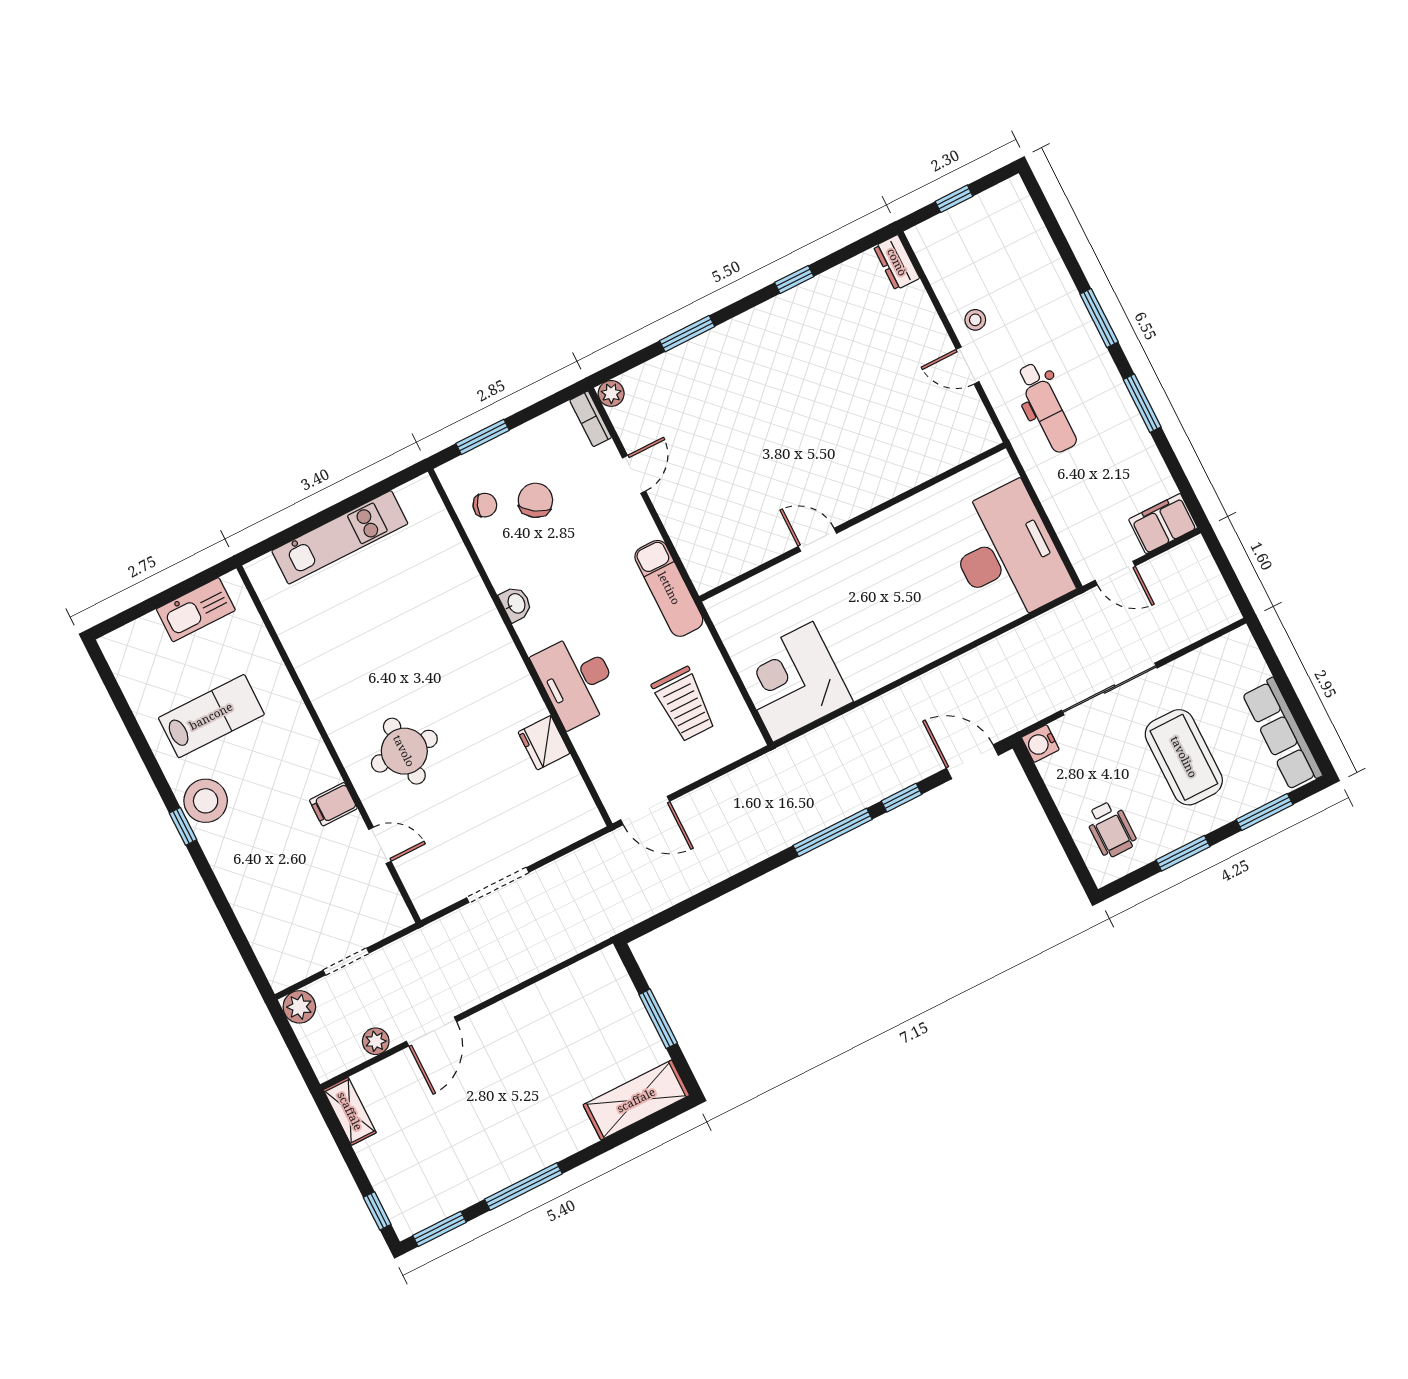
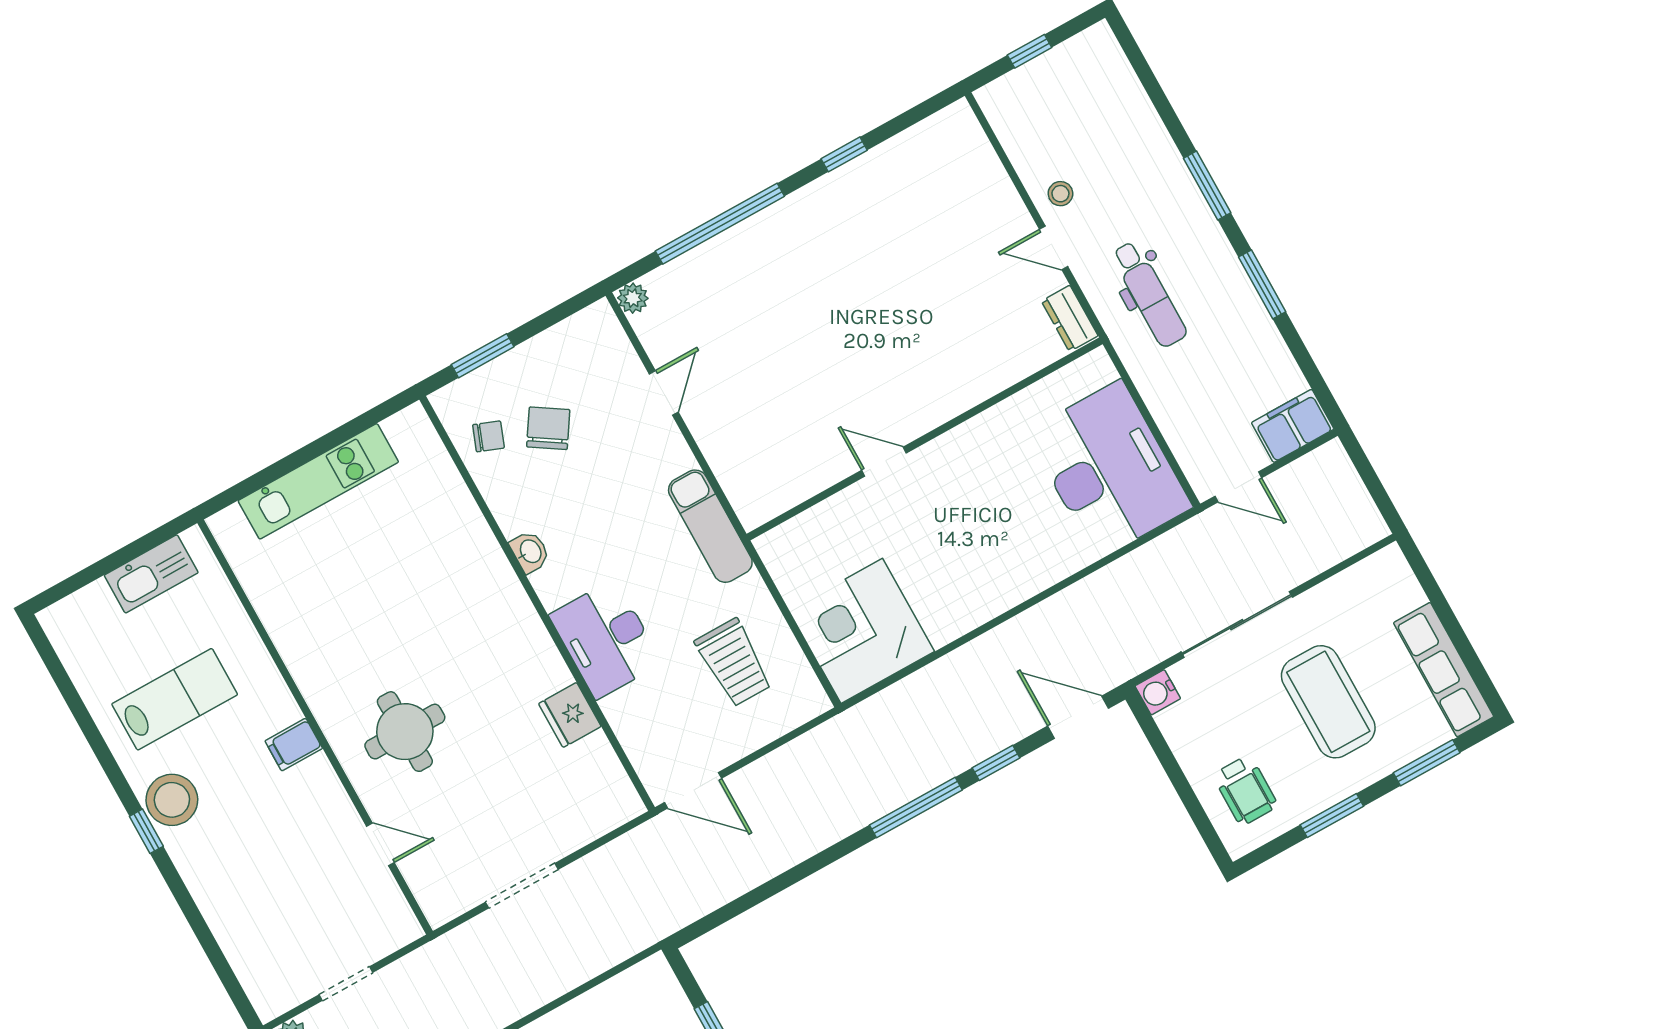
dresser: (897, 262) -> (1070, 318), moved
window: (687, 334) -> (720, 224), width x2.11
bookcase: (591, 419) -> (610, 329), removed
filing cabinet: (333, 804) -> (294, 745), moved

